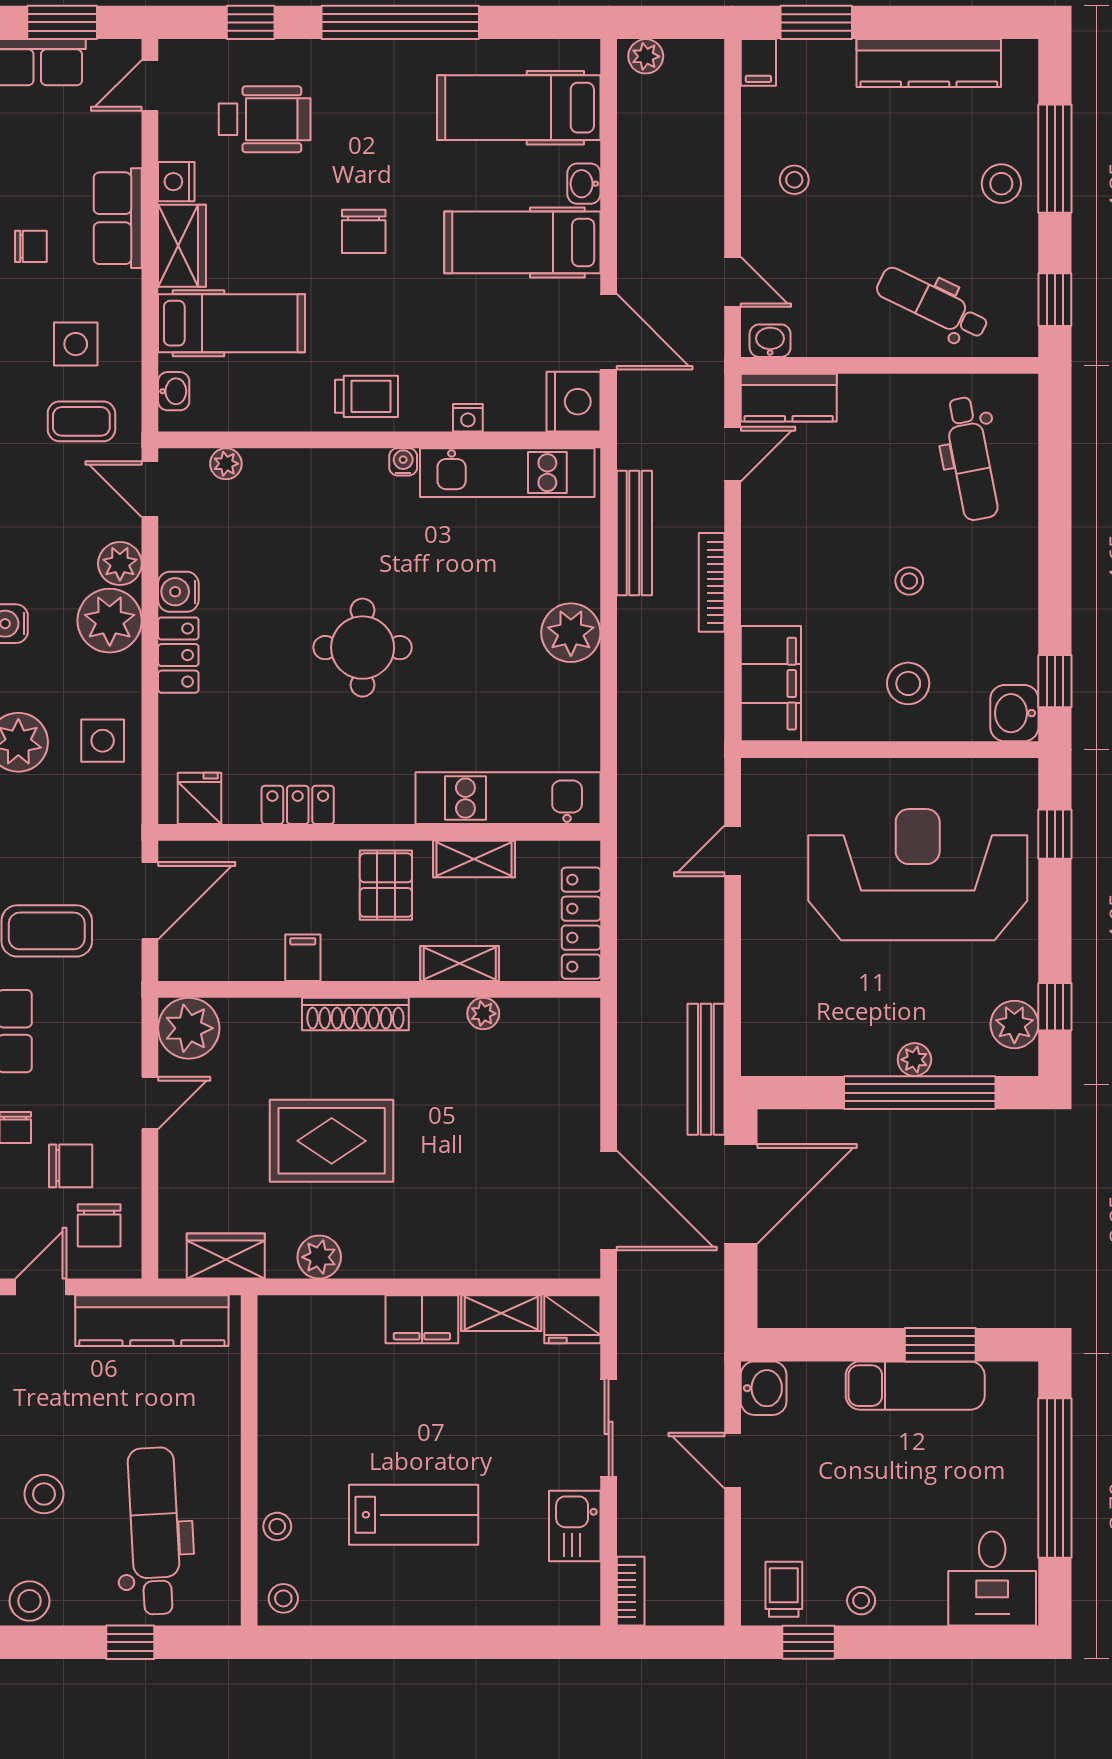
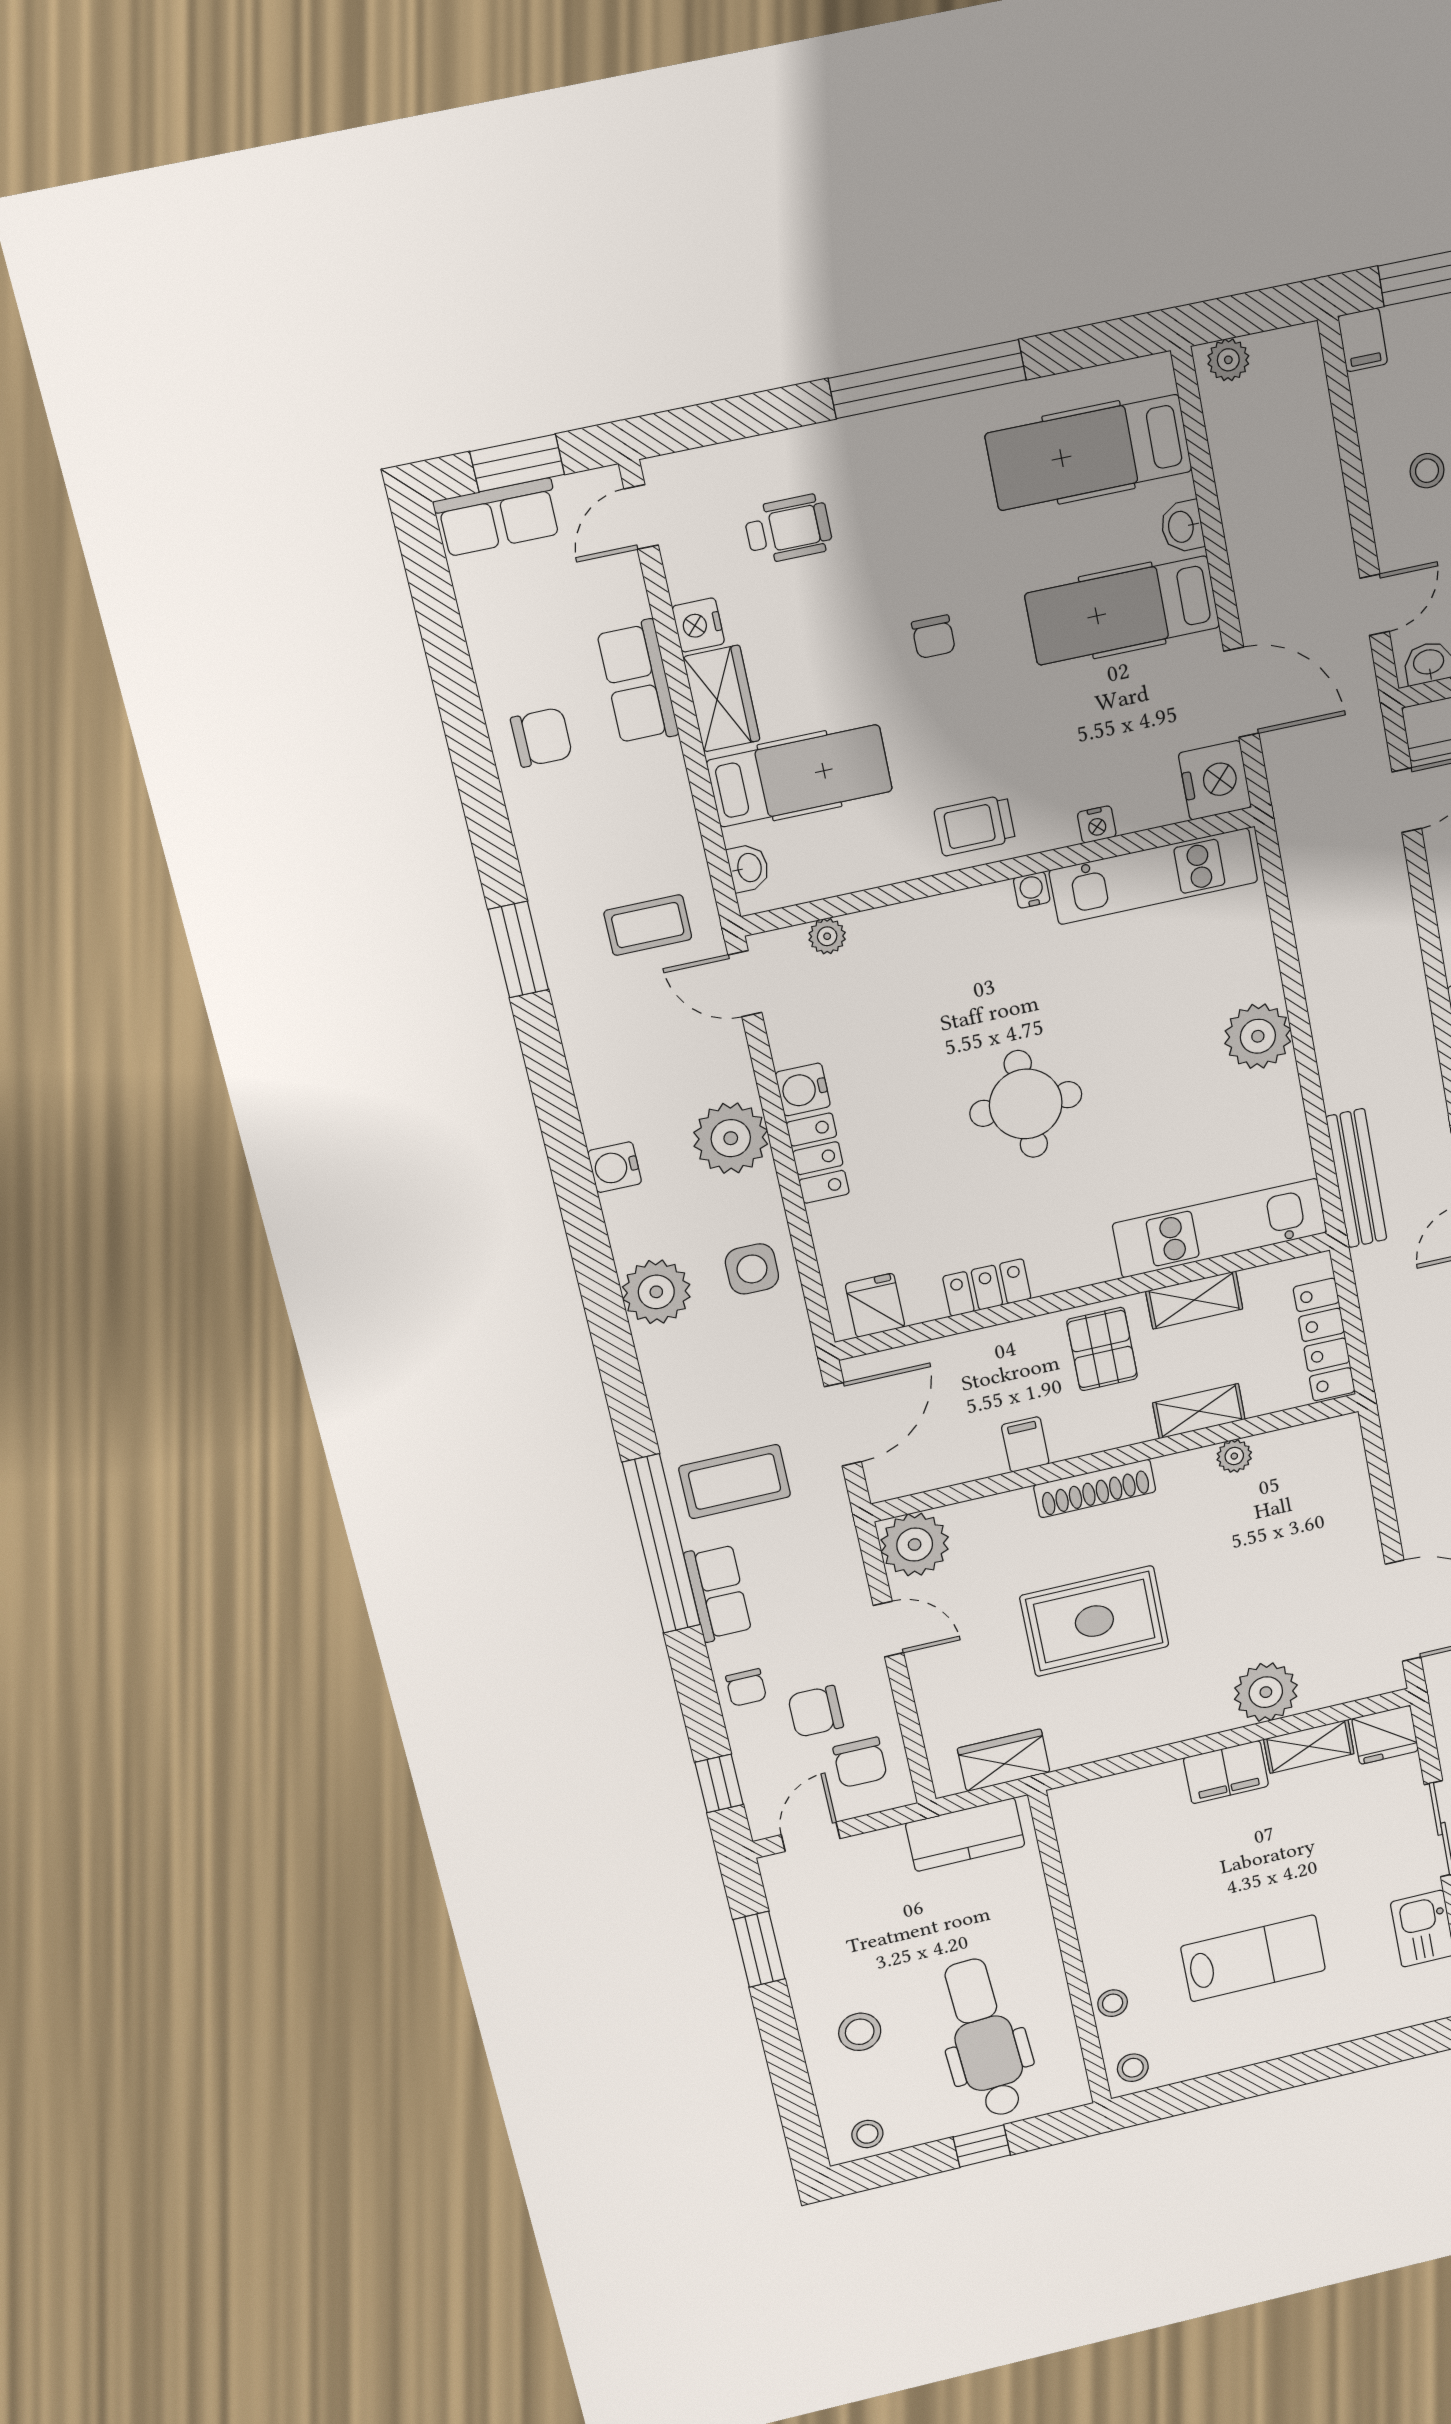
window: (251, 22) -> (747, 416), removed
wheelchair: (265, 119) -> (788, 529), width x0.73, depth x0.73
chair: (364, 231) -> (933, 637), width x0.73, depth x0.73
chair: (31, 246) -> (541, 737), width x1.37, depth x1.37
door: (733, 282) -> (1375, 605), hinge flipped
side table: (76, 344) -> (621, 839), removed
trolley: (367, 396) -> (975, 825), turned 180
bench: (634, 533) -> (1356, 1178), moved
plant: (120, 564) -> (729, 1073), removed
bookcase: (712, 582) -> (1406, 947), removed
door: (150, 1103) -> (888, 1629), hinge flipped
chair: (71, 1166) -> (816, 1711), turned 180
plant: (319, 1257) -> (1266, 1692), moved, width x1.36, depth x1.36
kitchen counter: (152, 1321) -> (965, 1835), width x0.67
stool: (29, 1601) -> (867, 2134), width x0.73, depth x0.73

